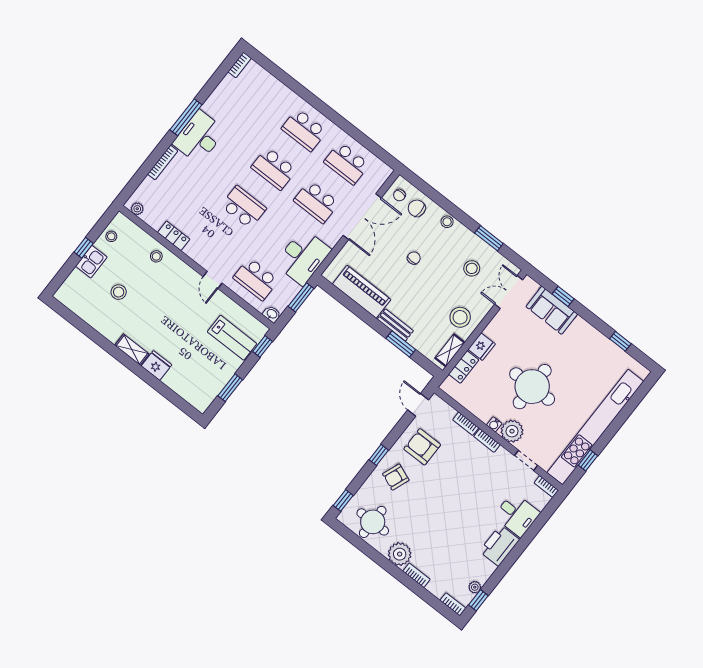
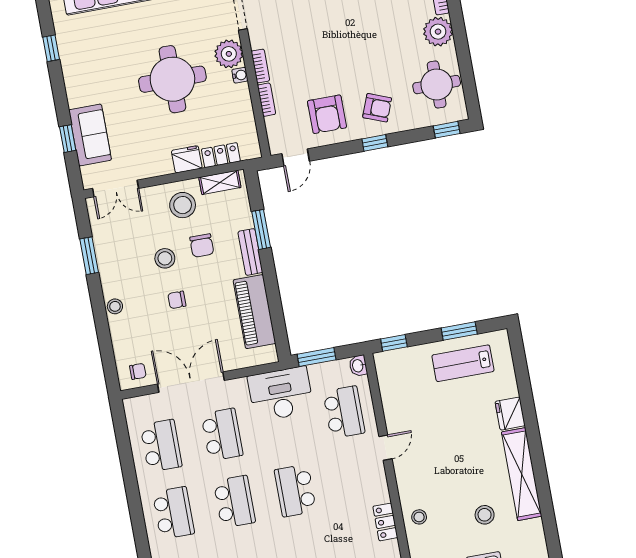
chair: (417, 208) -> (202, 246), moved
stool: (472, 268) -> (165, 258), moved
lab bench: (232, 338) -> (463, 363), moved, turned -90
shelving: (132, 350) -> (522, 474), width x2.20, depth x1.33

